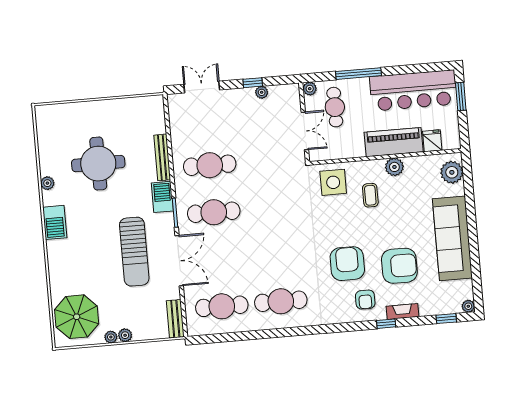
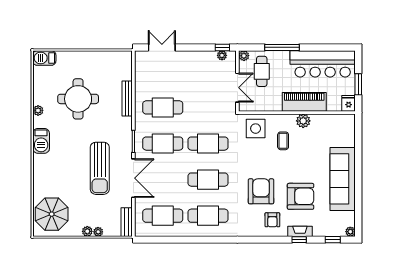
window: (253, 83) -> (222, 47), moved
plant: (262, 92) -> (222, 55), moved
window: (461, 96) -> (358, 84), moved
fridge: (432, 141) -> (349, 103), moved
plant: (452, 172) -> (347, 129), removed
barbecue: (162, 197) -> (44, 58), moved, turned -90
cafe table: (273, 207) -> (208, 144), added
cafe table: (277, 254) -> (208, 180), added
window: (386, 324) -> (299, 240), moved
plant: (111, 337) -> (98, 232), moved

